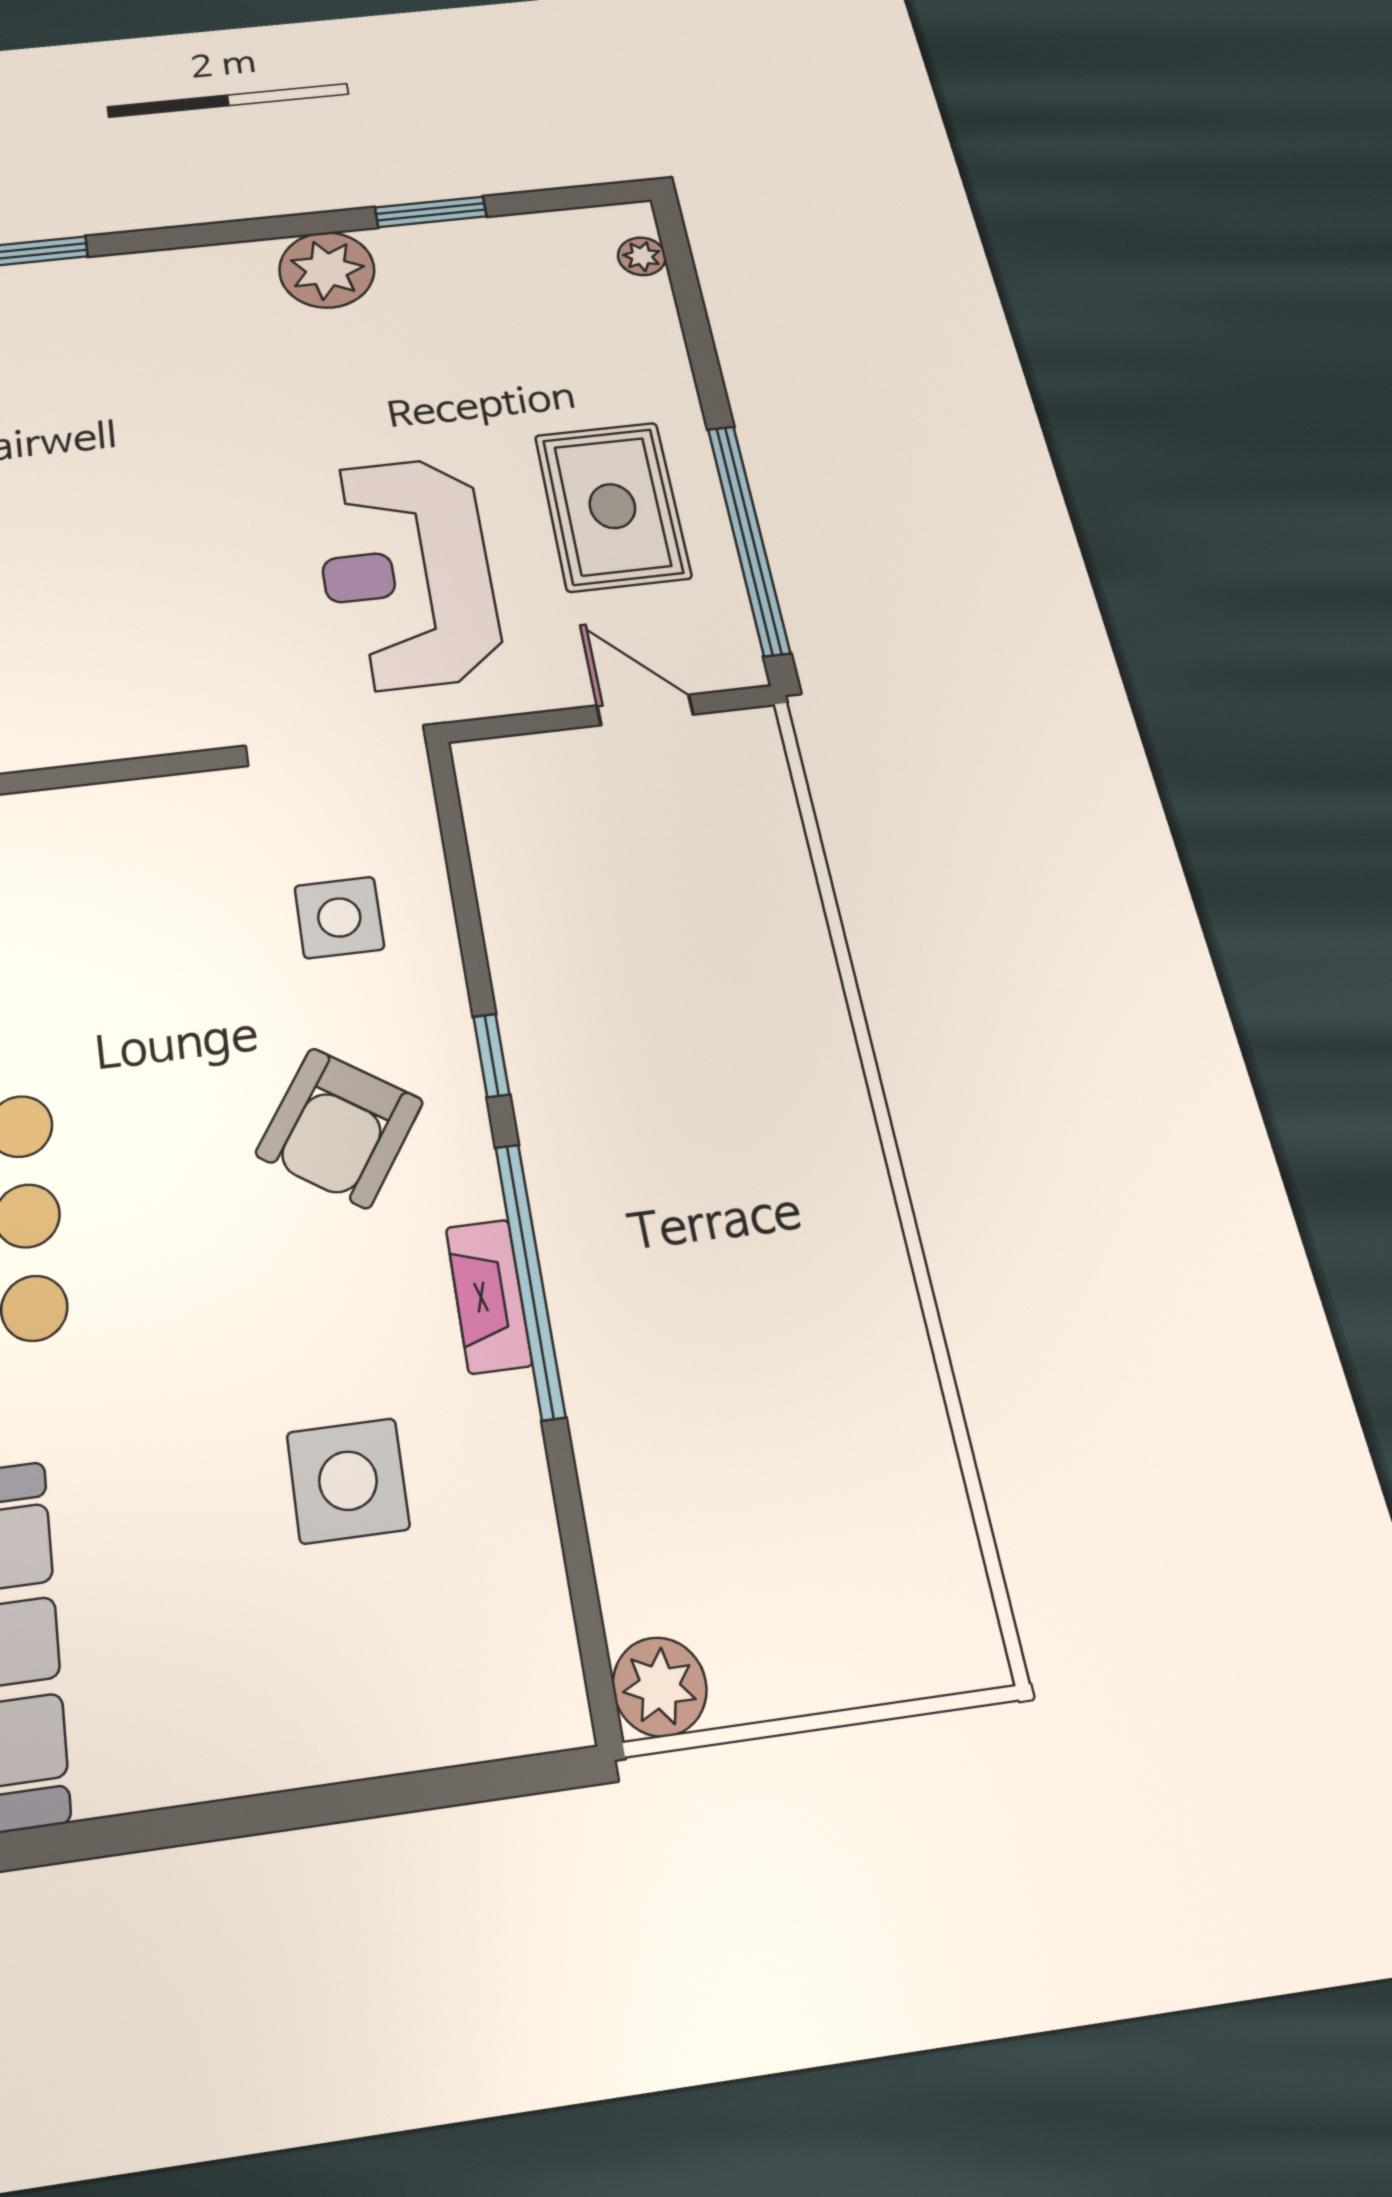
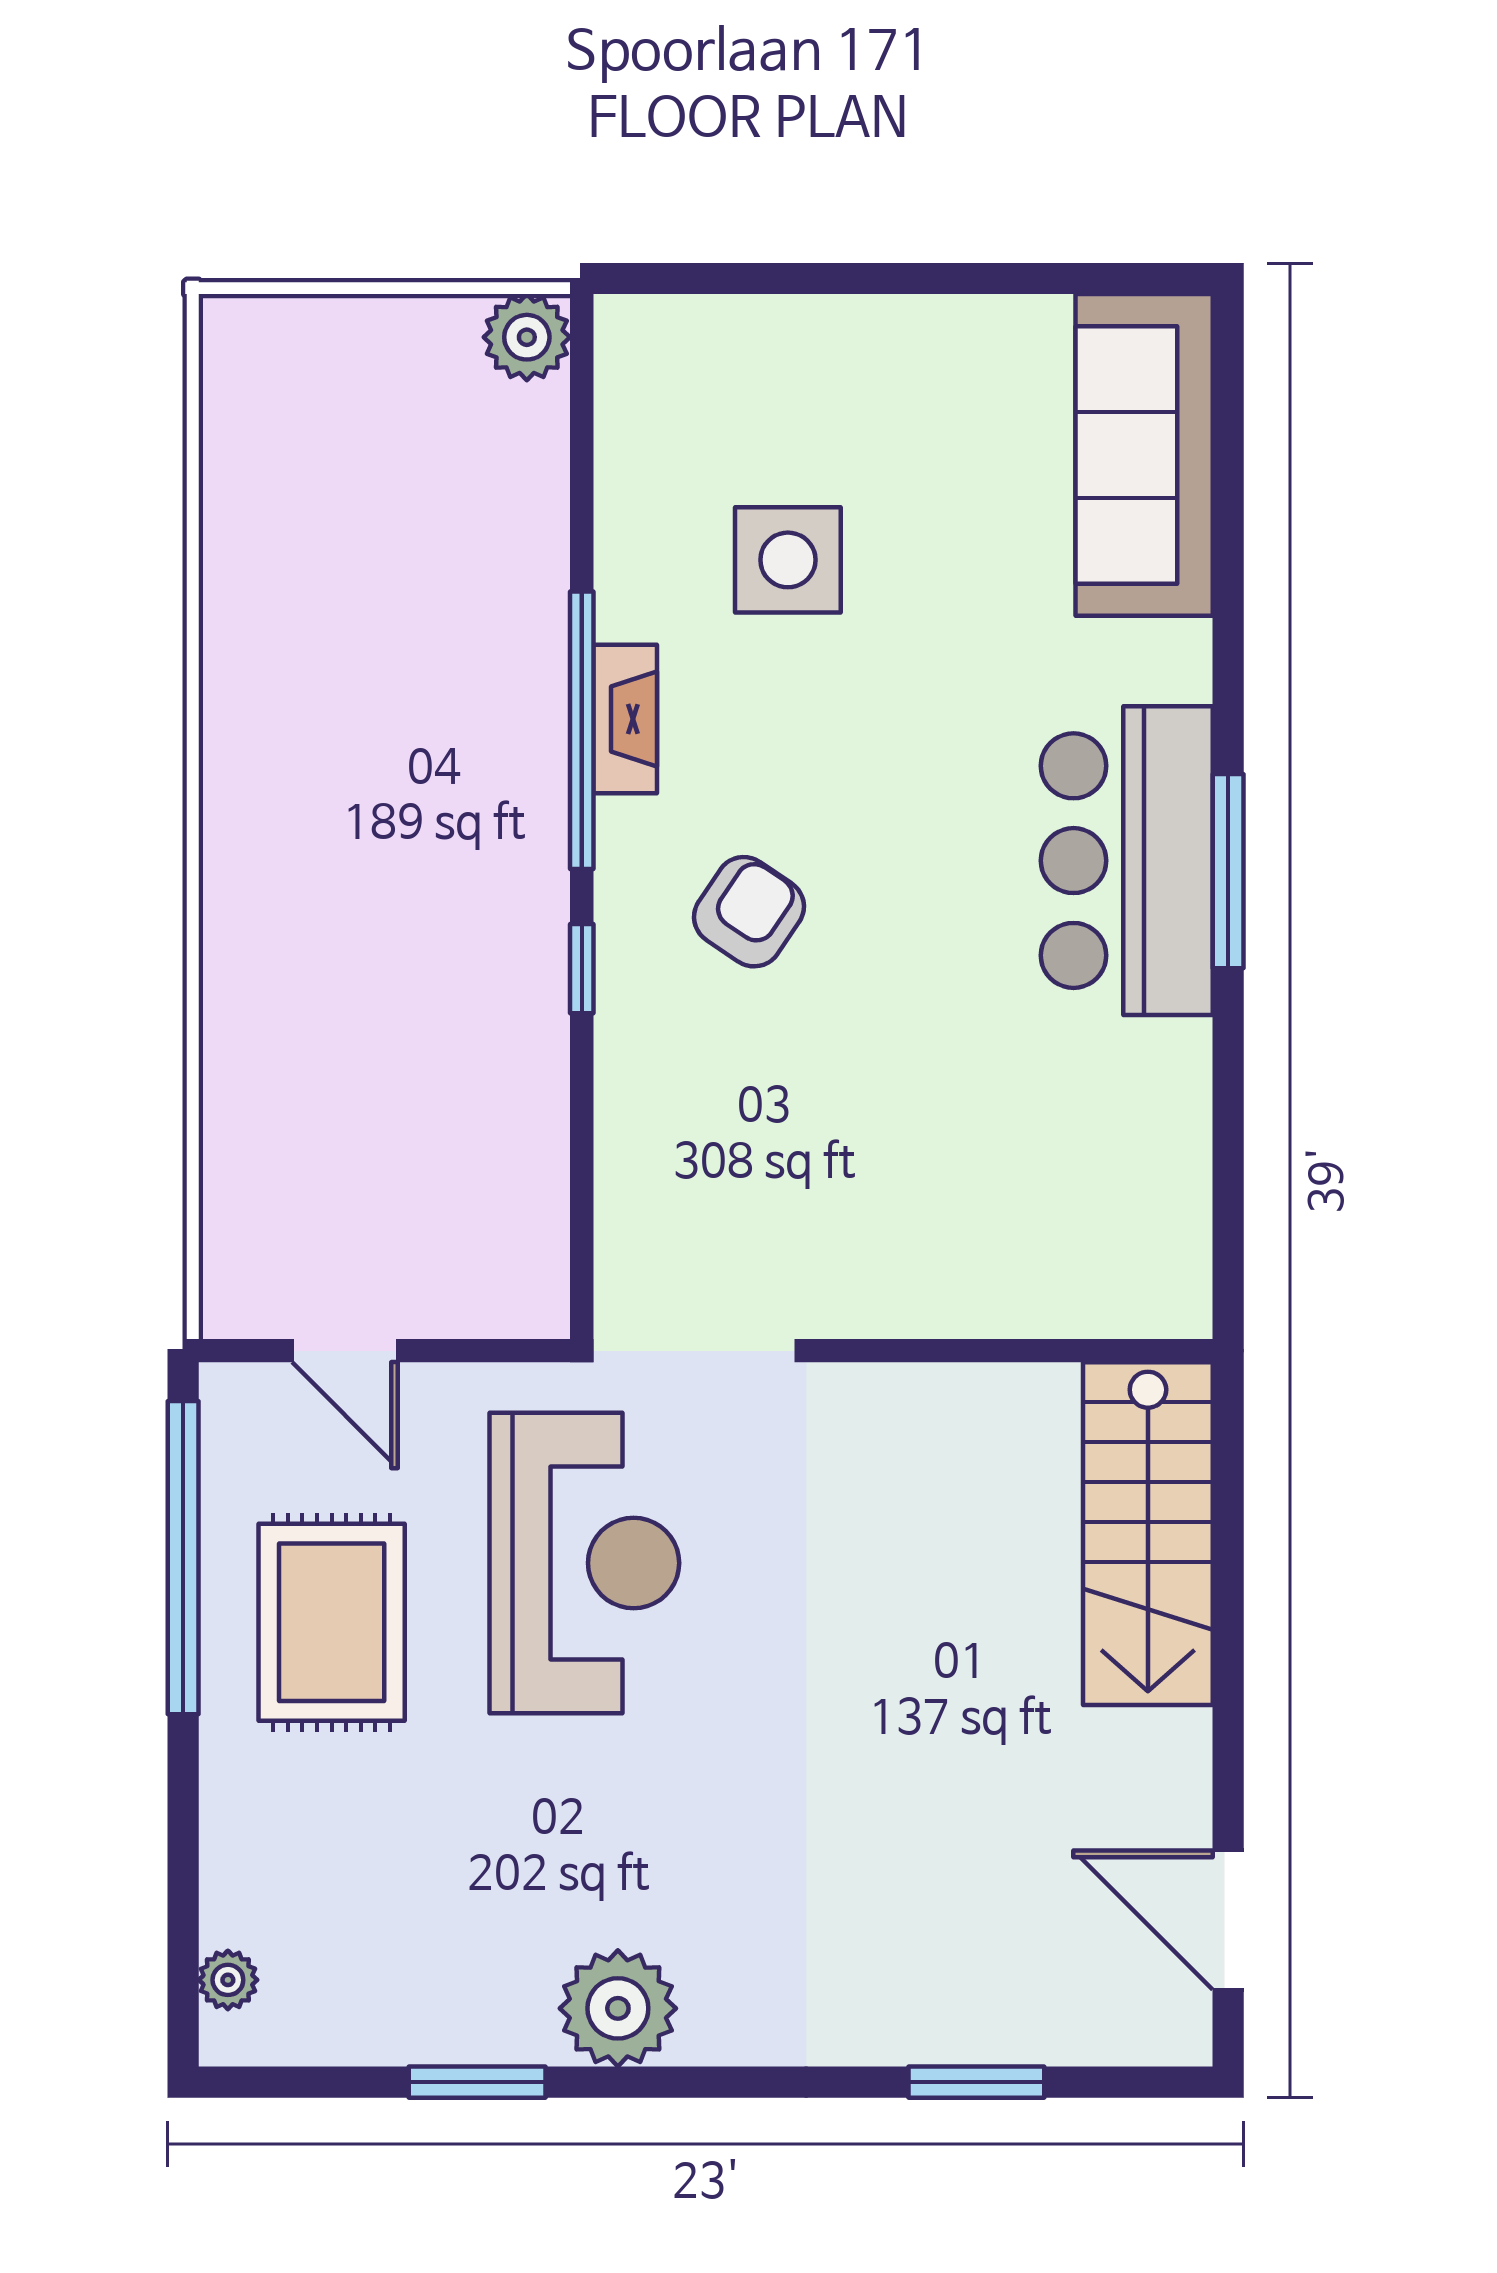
side table: (339, 917) -> (718, 1144), removed
armchair: (339, 1128) -> (749, 912), width x0.72, depth x0.72

